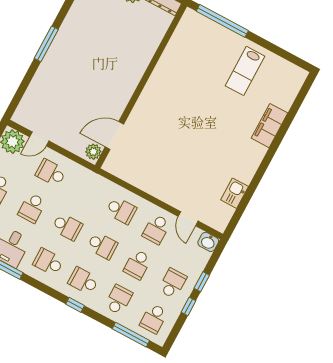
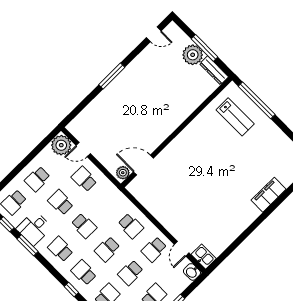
lab bench: (245, 71) -> (235, 117), moved, turned -90
kitchen sink: (235, 193) -> (204, 257), moved, turned 90
school desk: (32, 208) -> (61, 202), turned 90
school desk: (102, 246) -> (107, 249), turned 90

